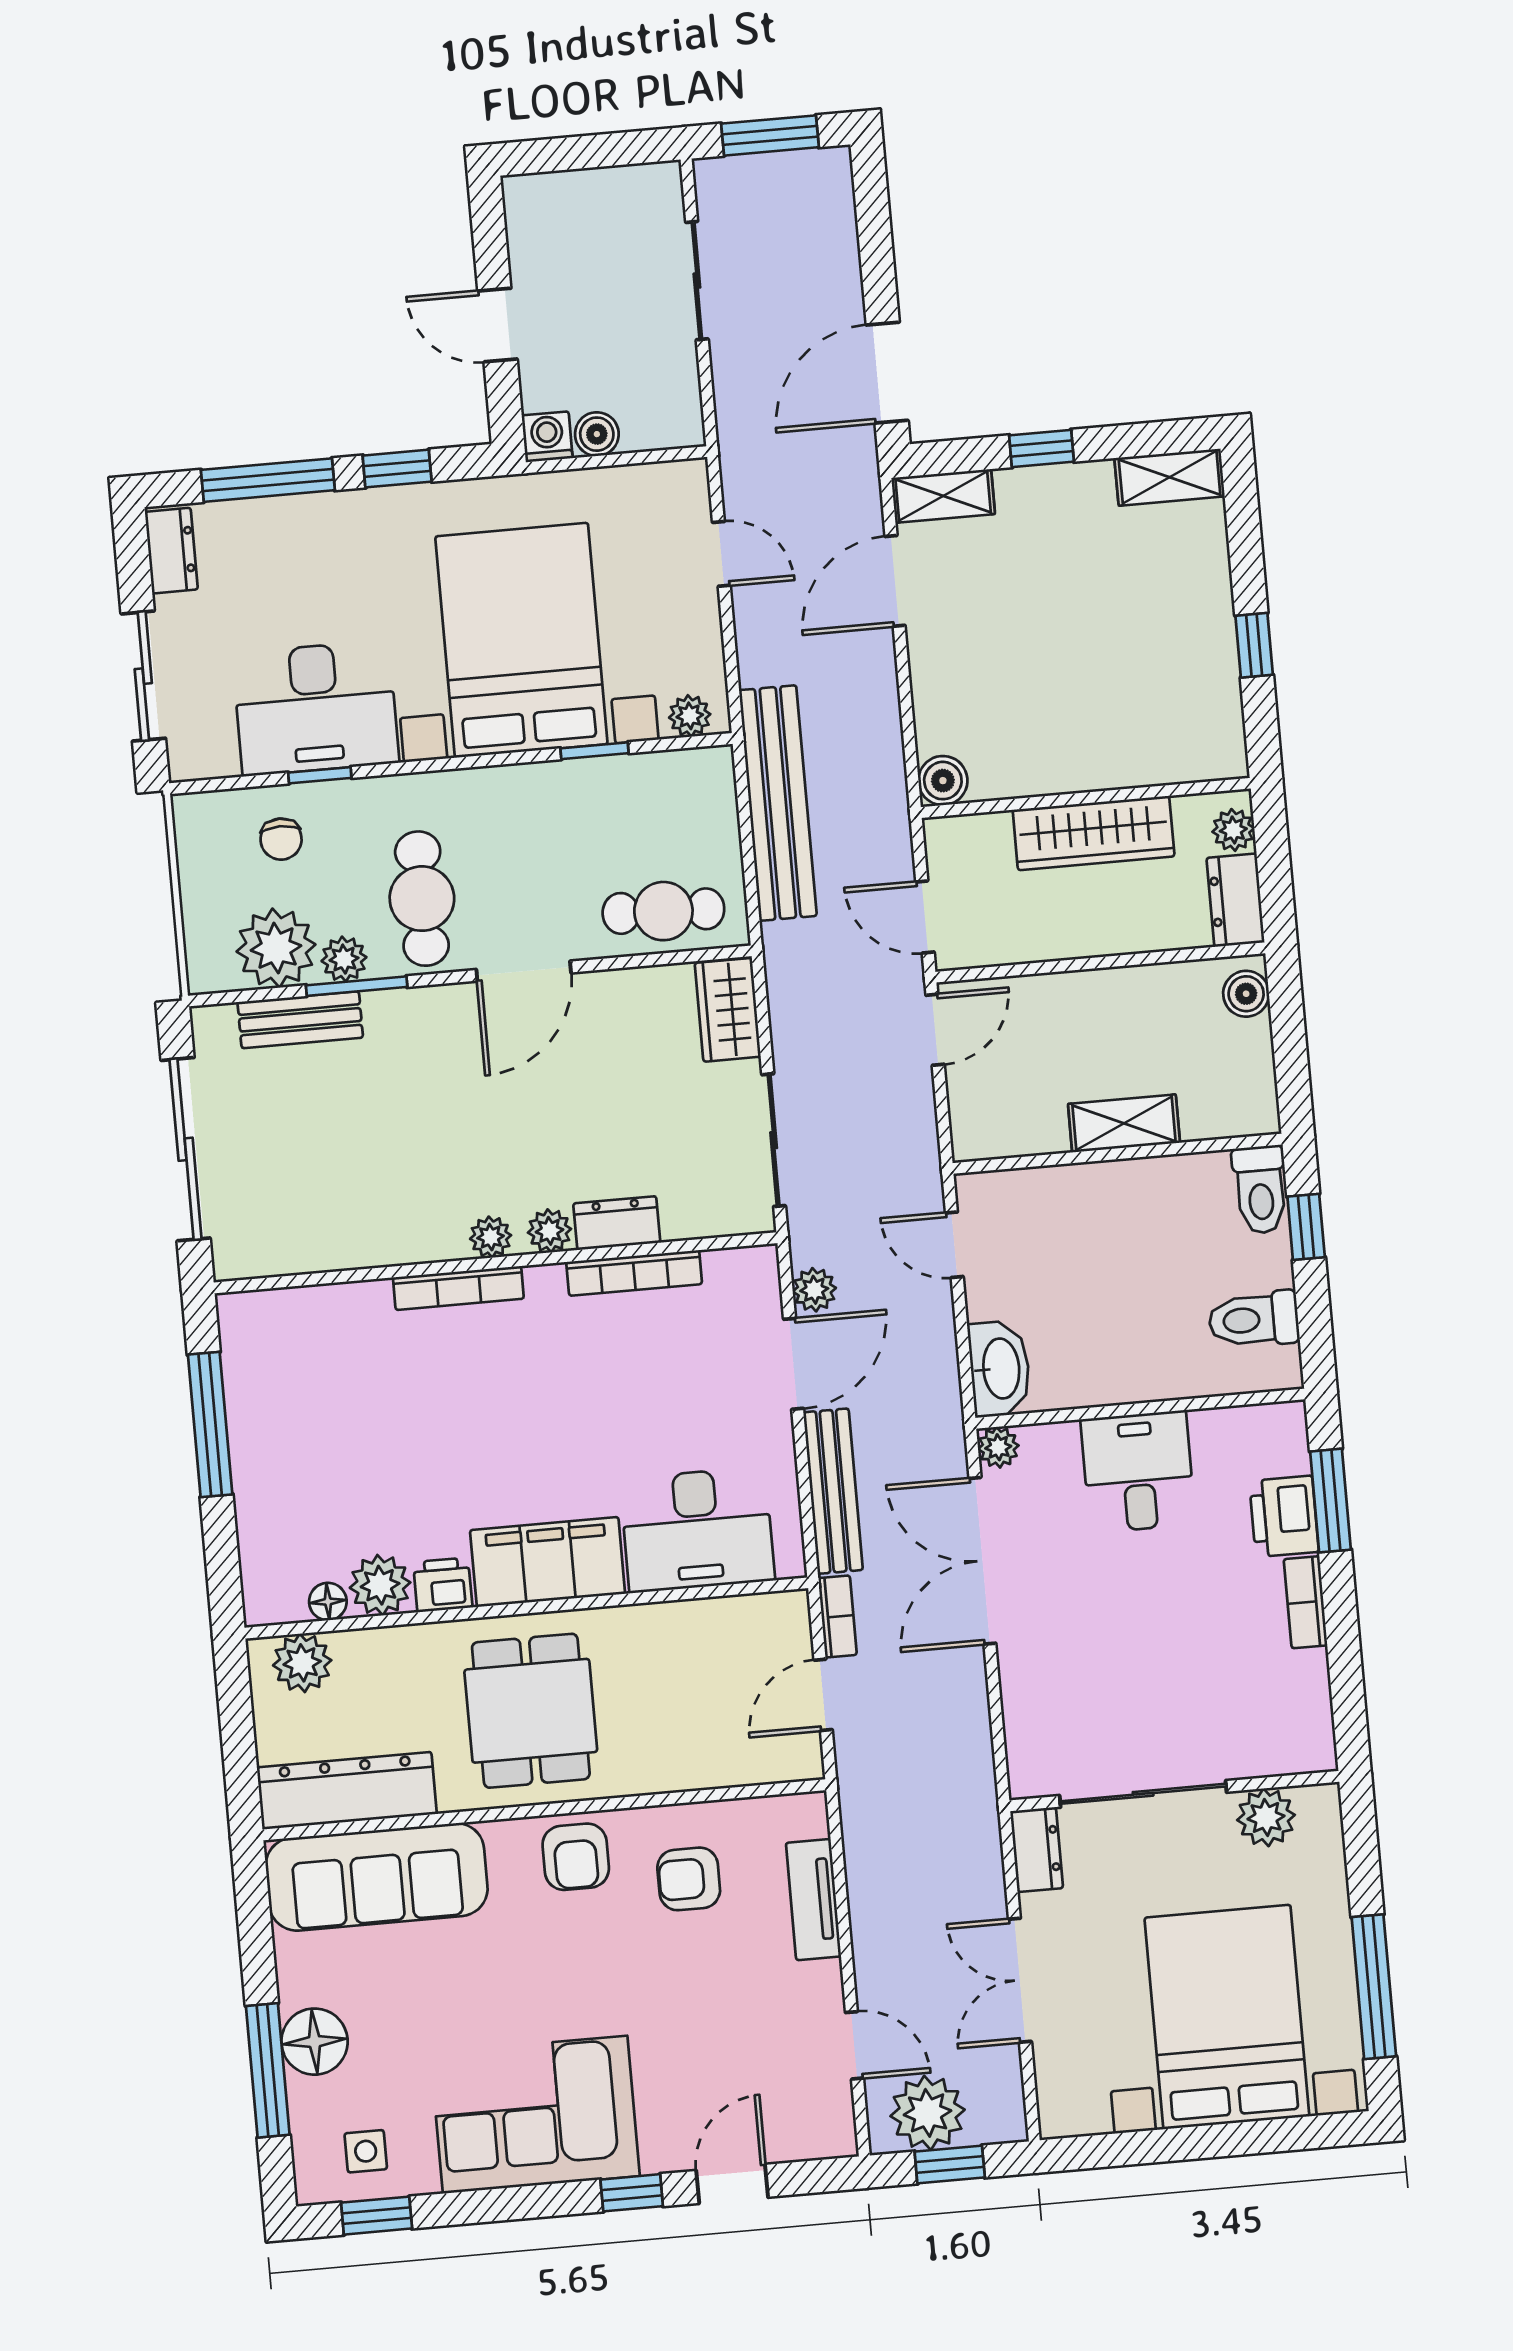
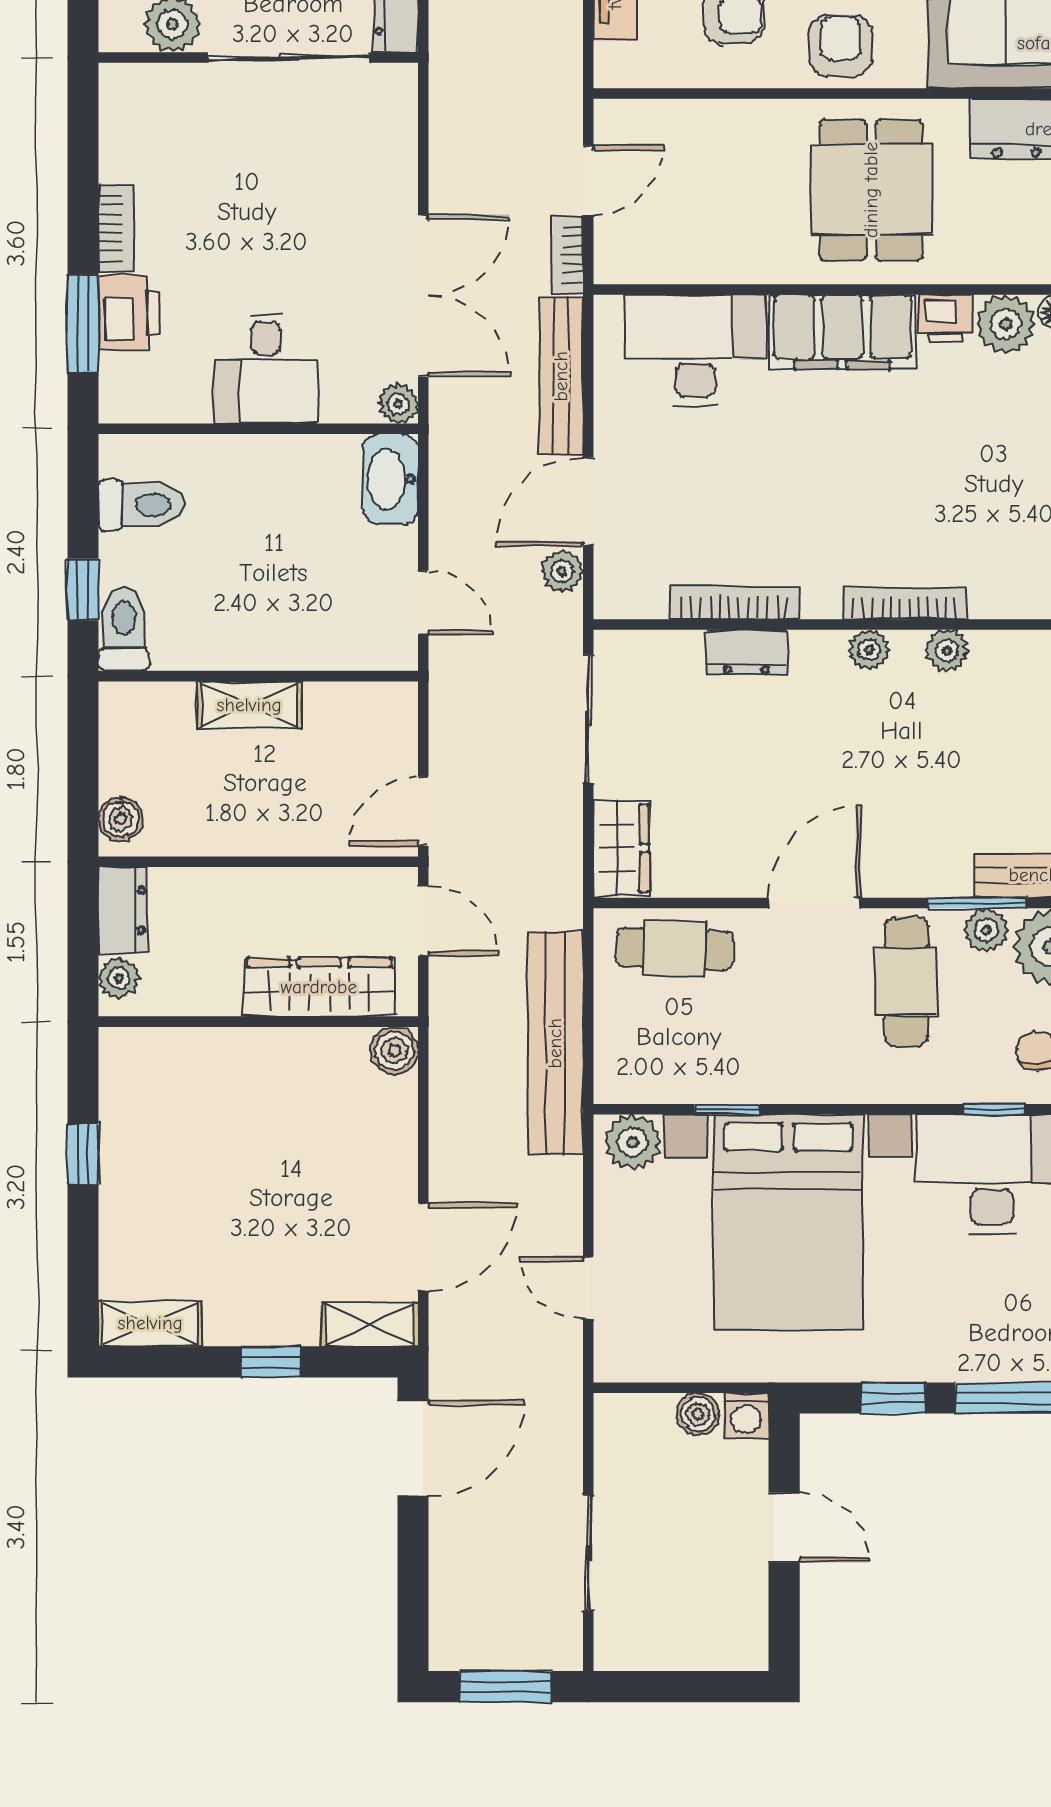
plant: (690, 716) -> (633, 1142), width x1.38, depth x1.38
wardrobe: (1094, 833) -> (319, 987), moved
plant: (550, 1231) -> (947, 651), moved

